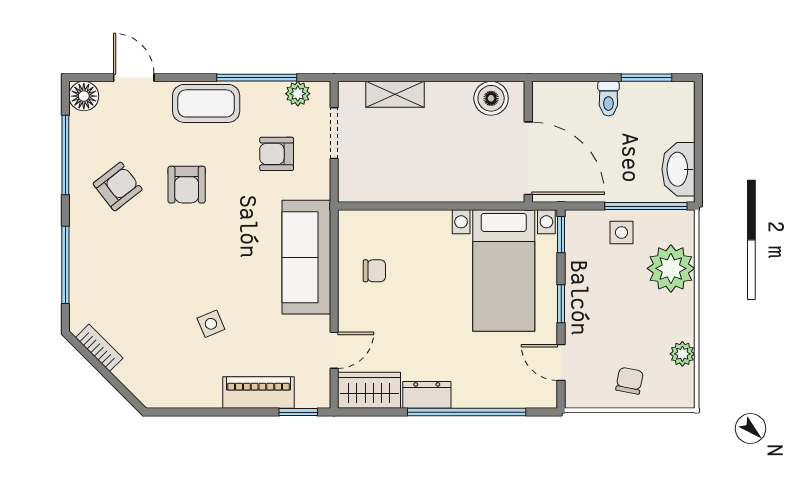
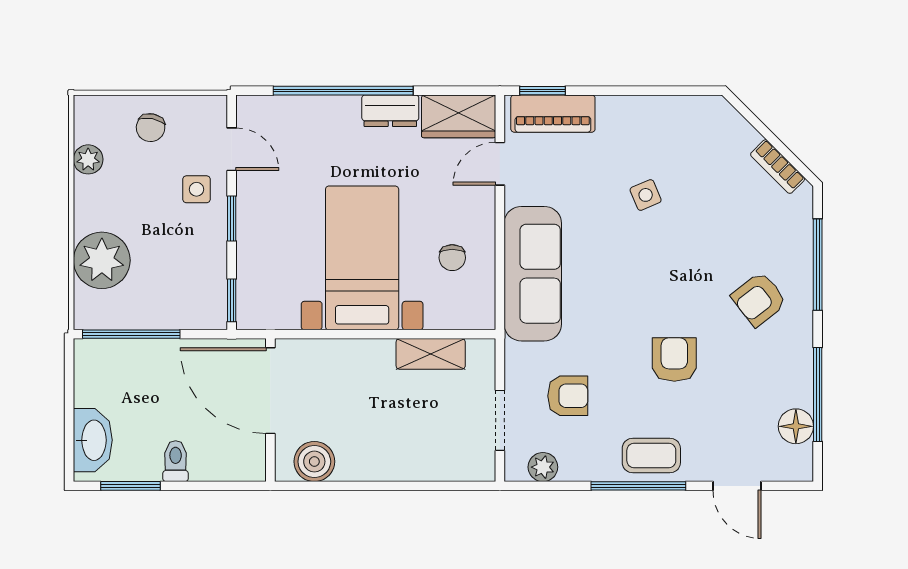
window: (257, 78) -> (638, 486), moved
shelving: (395, 94) -> (431, 354), moved
floor lamp: (84, 96) -> (796, 426), moved
coffee table: (206, 103) -> (651, 455), width x0.73, depth x0.77
washbasin: (678, 169) -> (93, 440), moved
armchair: (118, 187) -> (759, 299), moved
side table: (622, 233) -> (197, 189), moved
chair: (374, 271) -> (452, 258), turned -90
bed with nightstands: (504, 271) -> (362, 258), moved
piano: (259, 393) -> (553, 114), moved

